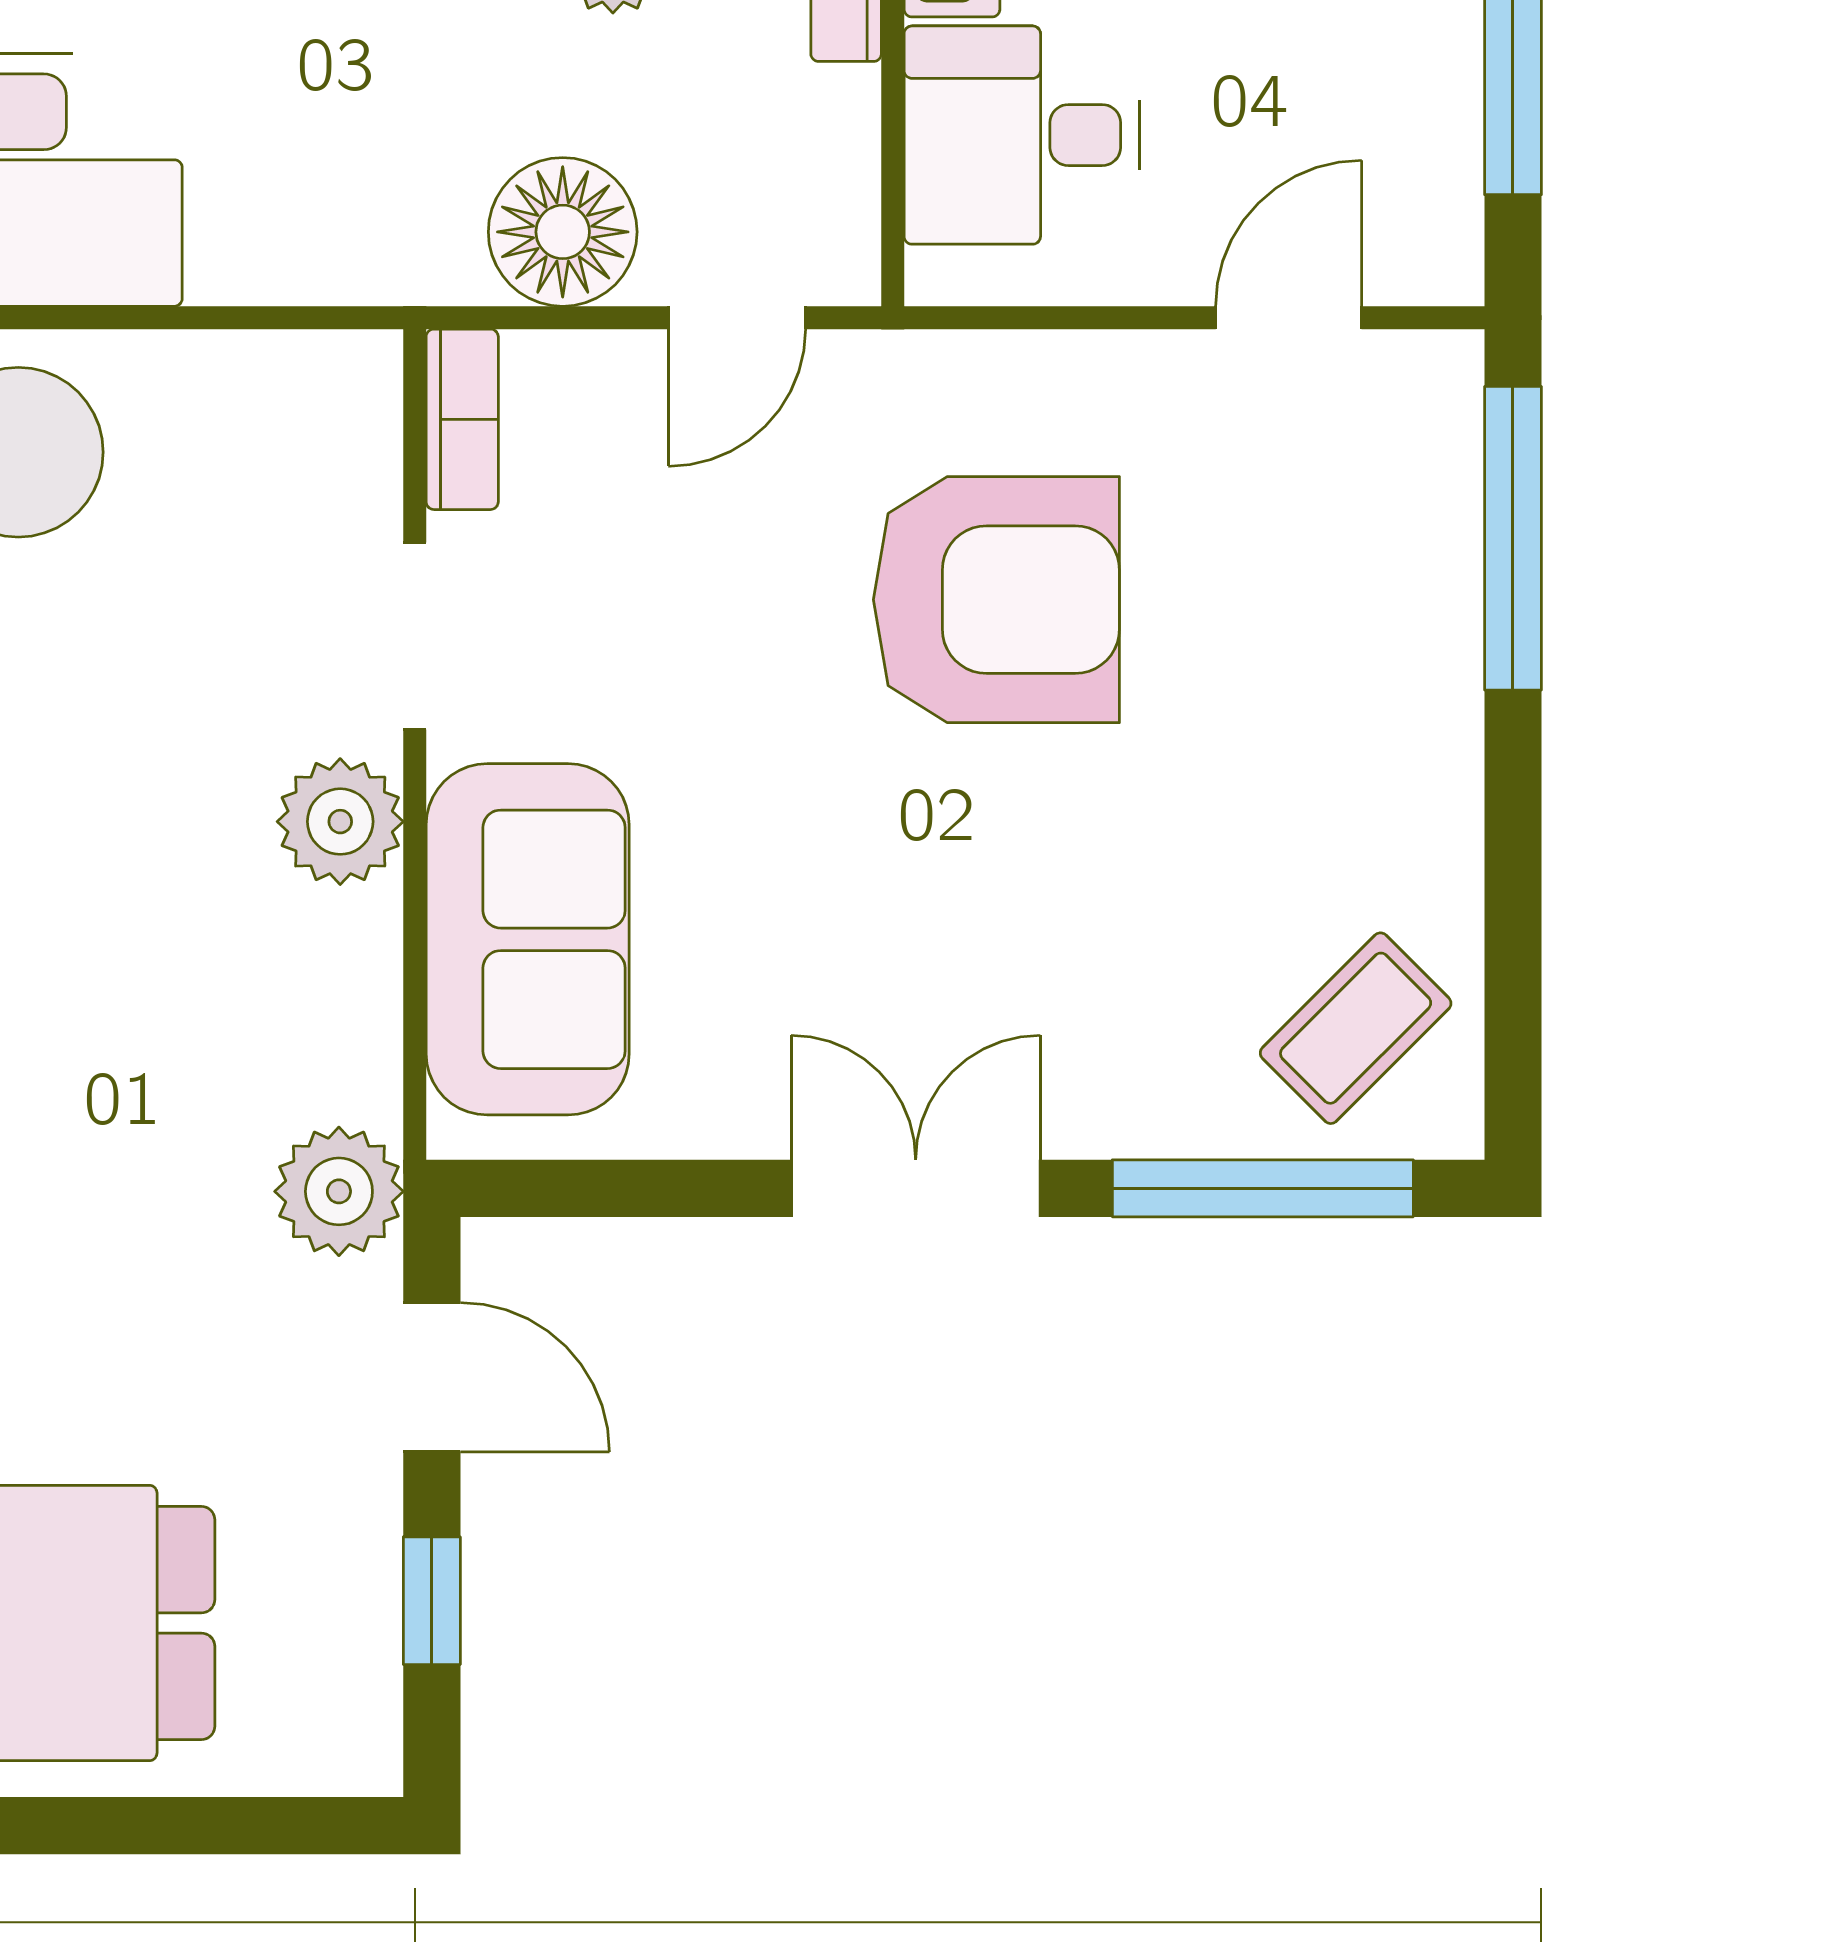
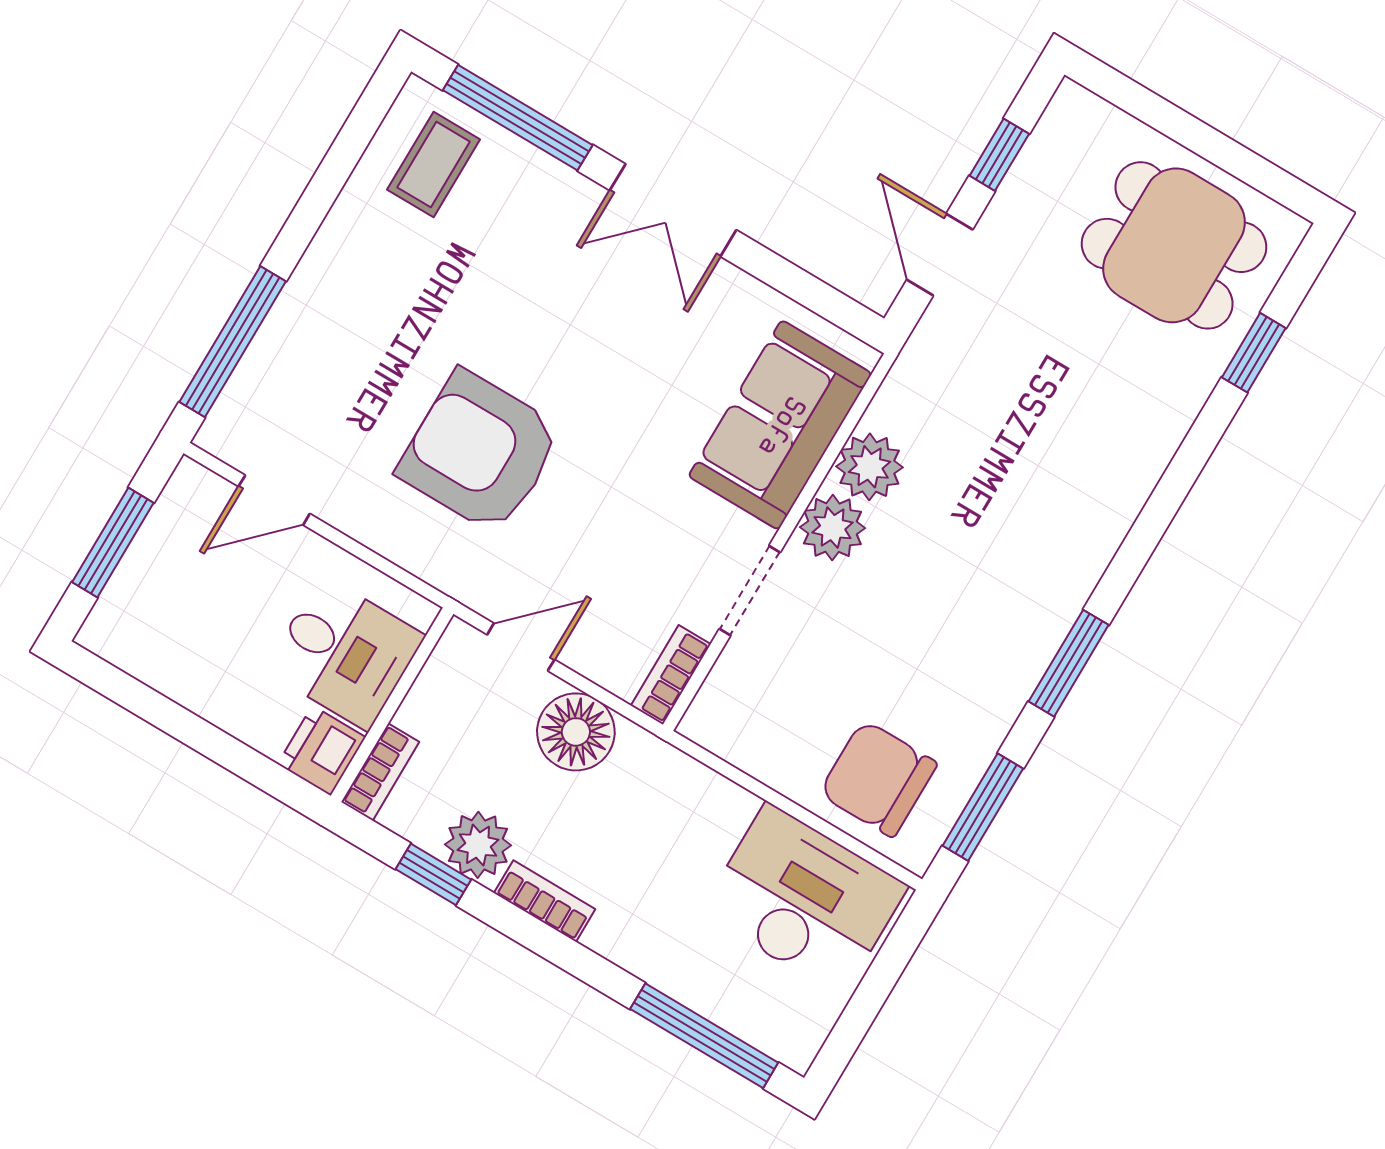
coffee table: (1356, 1028) -> (434, 164), turned -45
plant: (339, 1191) -> (870, 467), moved

